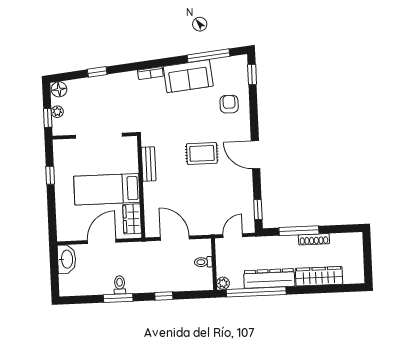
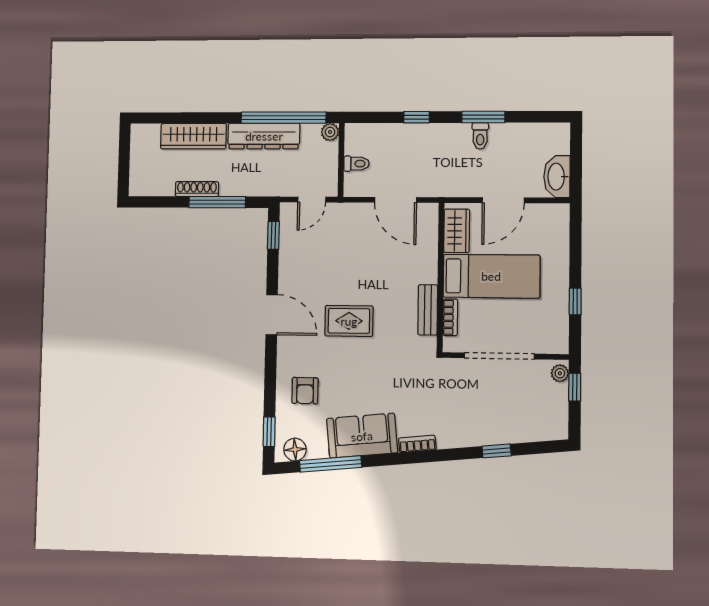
floor lamp: (59, 89) -> (295, 450), moved
plant: (57, 112) -> (560, 373), moved
bookcase: (133, 160) -> (450, 317), added

